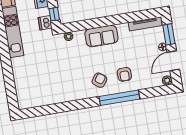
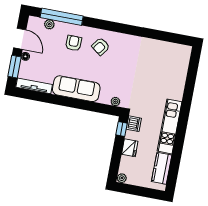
sofa: (101, 36) -> (76, 89), width x1.36
door: (173, 61) -> (20, 39), hinge flipped
plant: (167, 80) -> (49, 24), moved
window: (119, 98) -> (62, 17), moved

